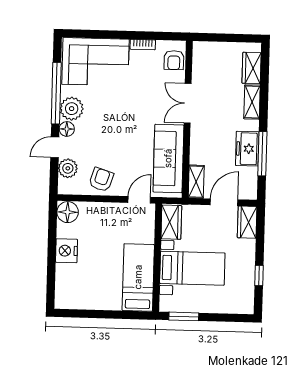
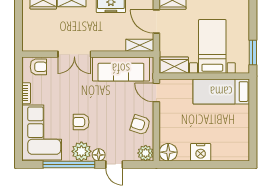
armchair: (107, 109) -> (81, 122), added
plant: (68, 168) -> (146, 153), moved

